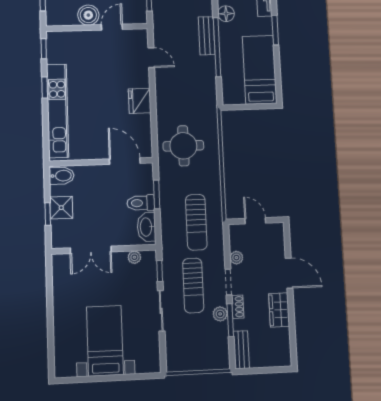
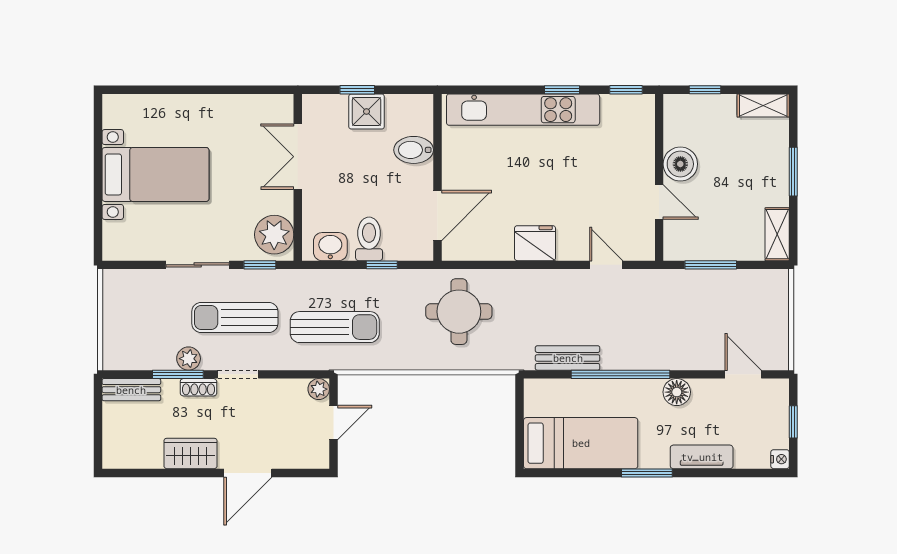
bench: (207, 36) -> (568, 358), moved
door: (151, 58) -> (606, 265), swing flipped
bidet: (62, 176) -> (414, 150), moved, turned 90
window: (157, 194) -> (382, 265), width x0.67
sun lounger: (196, 222) -> (335, 327), turned 180
washbasin: (146, 227) -> (330, 247), width x0.72
plant: (134, 257) -> (274, 235), width x1.87, depth x1.87
plant: (236, 258) -> (319, 389), moved

